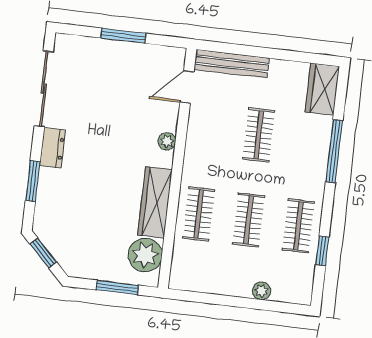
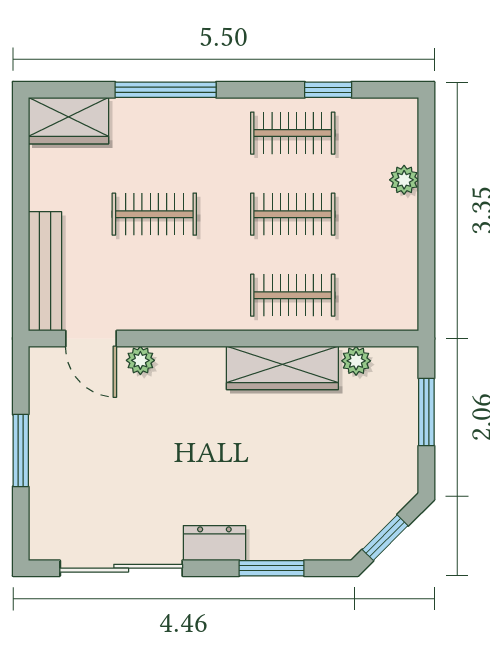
plant: (167, 141) -> (140, 360), moved
plant: (145, 255) -> (356, 361), width x0.53, depth x0.53

